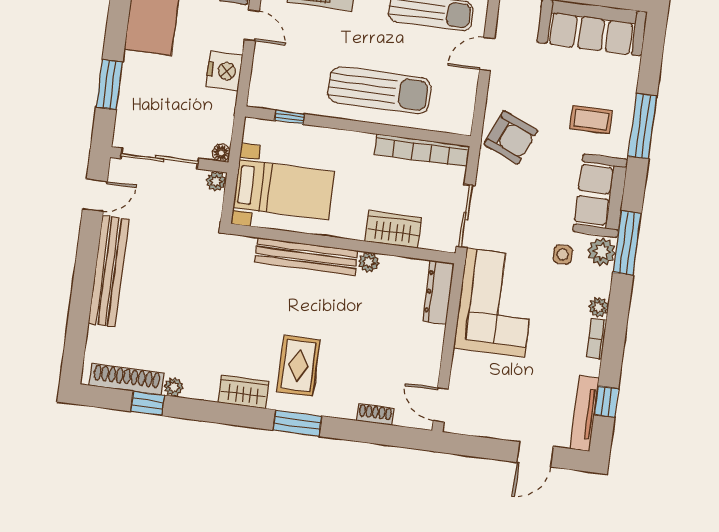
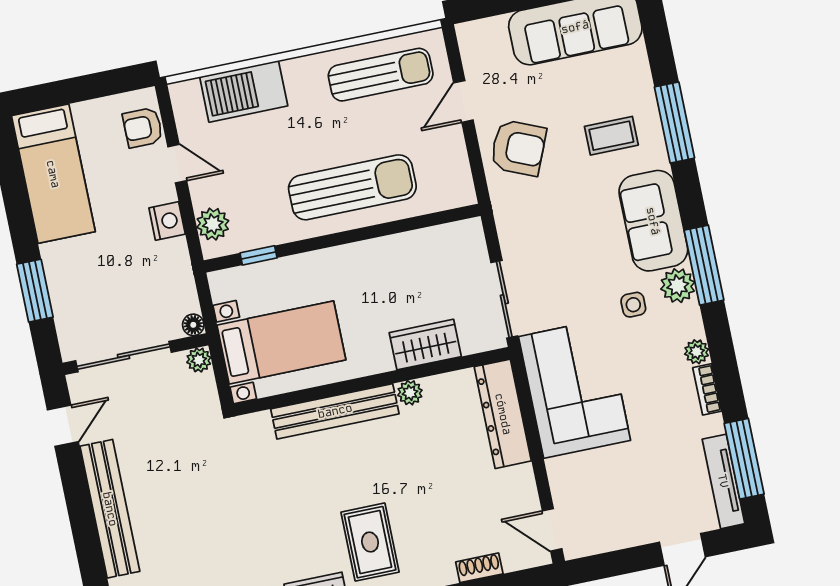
nightstand: (224, 71) -> (167, 221), width x0.74, depth x0.75
plant: (263, 81) -> (213, 224), added
armchair: (511, 137) -> (518, 148), moved
bookcase: (422, 150) -> (426, 240), removed
dresser: (438, 292) -> (503, 414), width x1.37, depth x1.24
window: (606, 402) -> (744, 459), width x2.17

